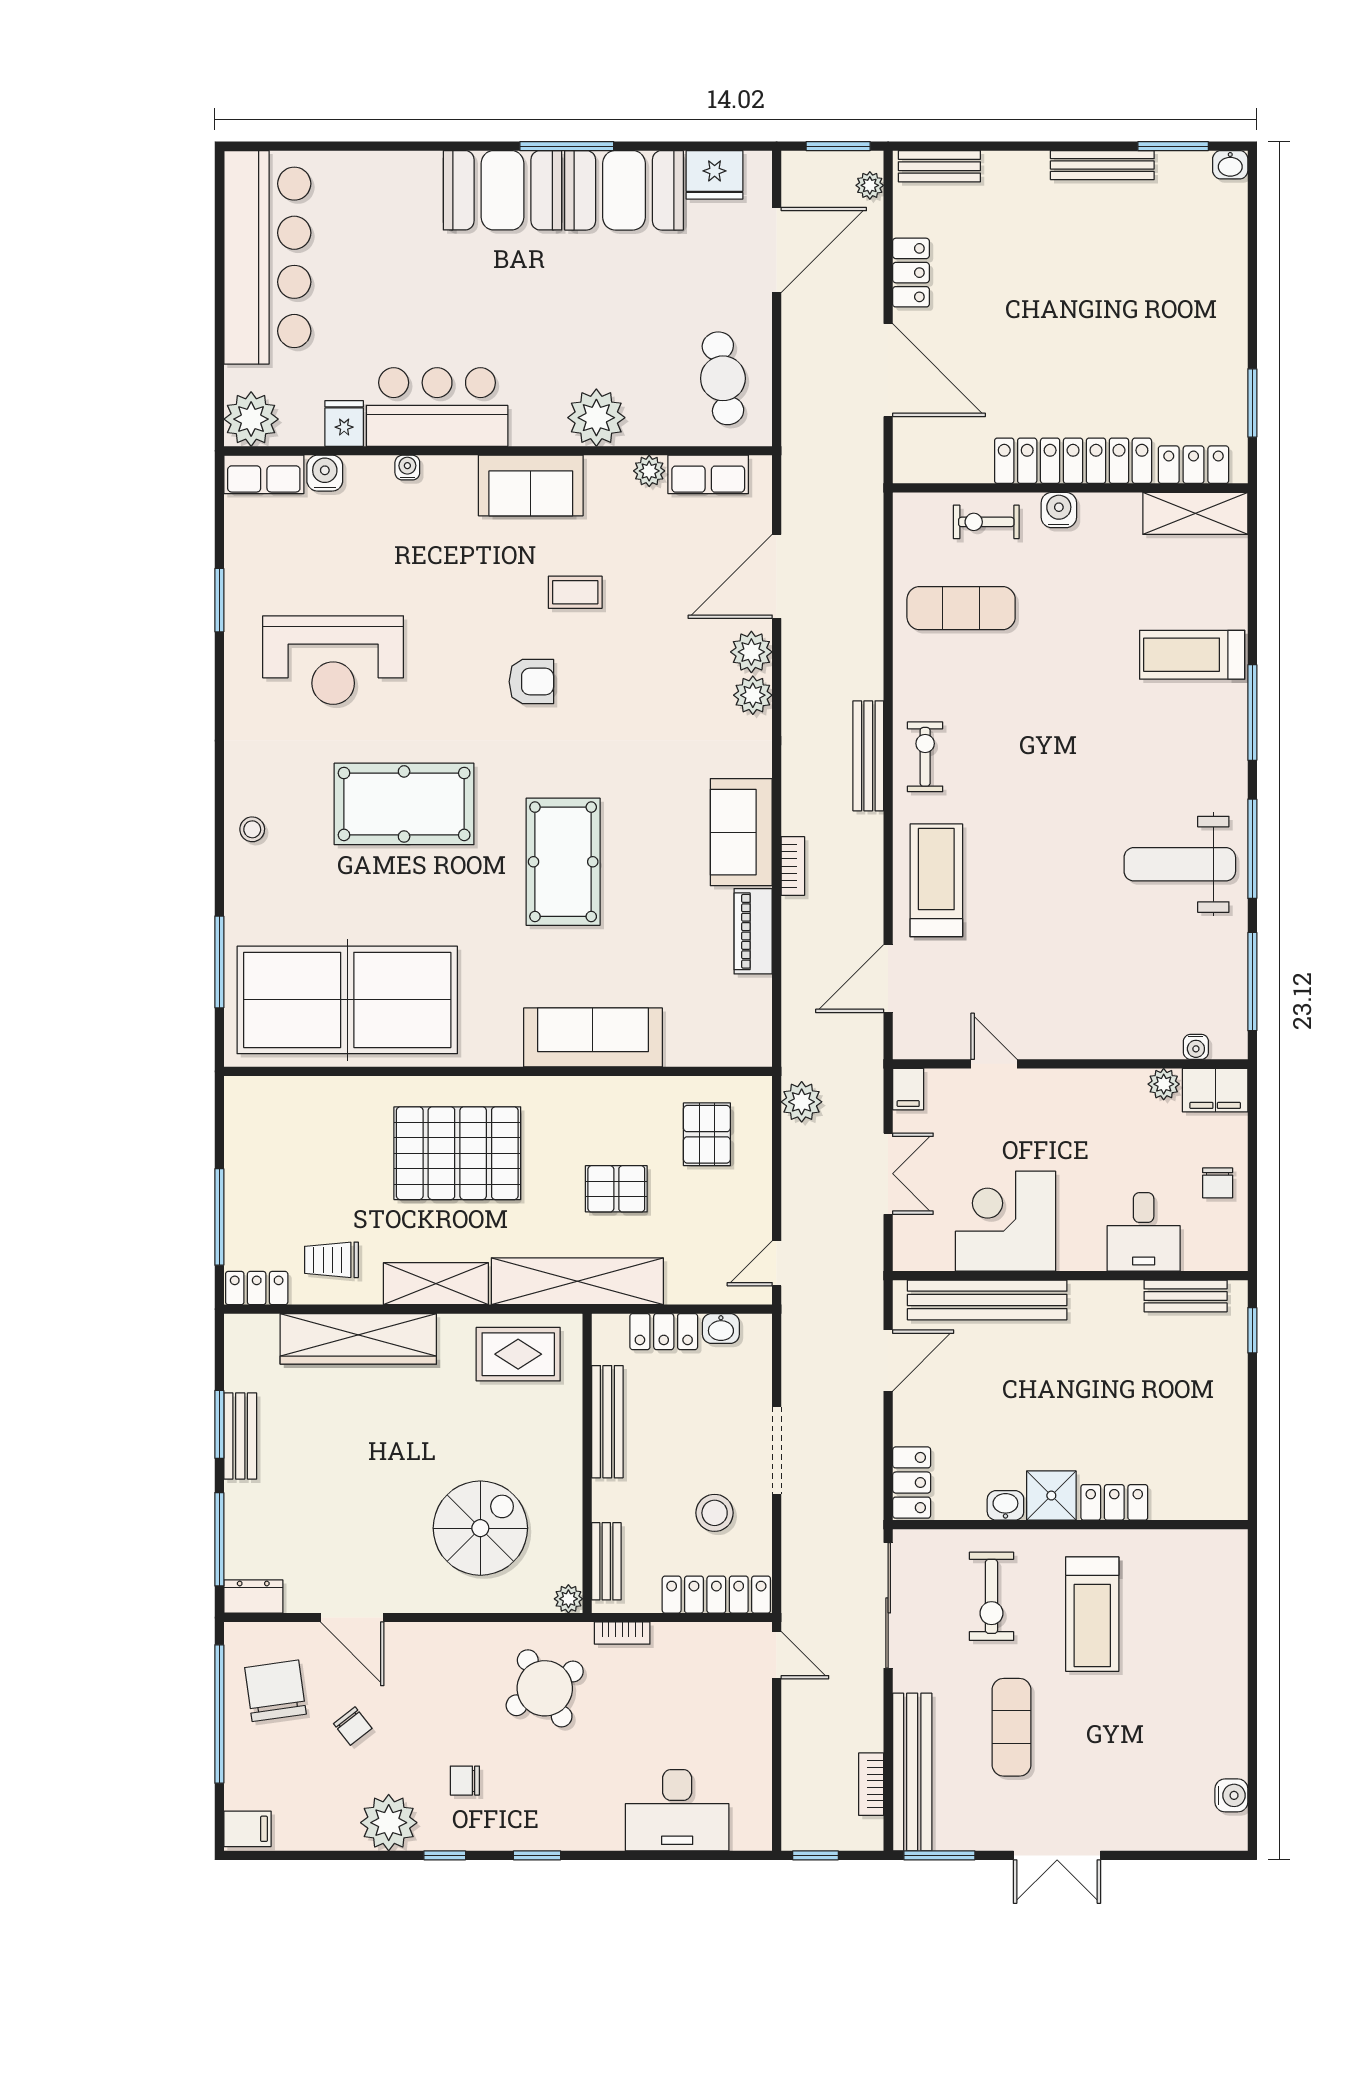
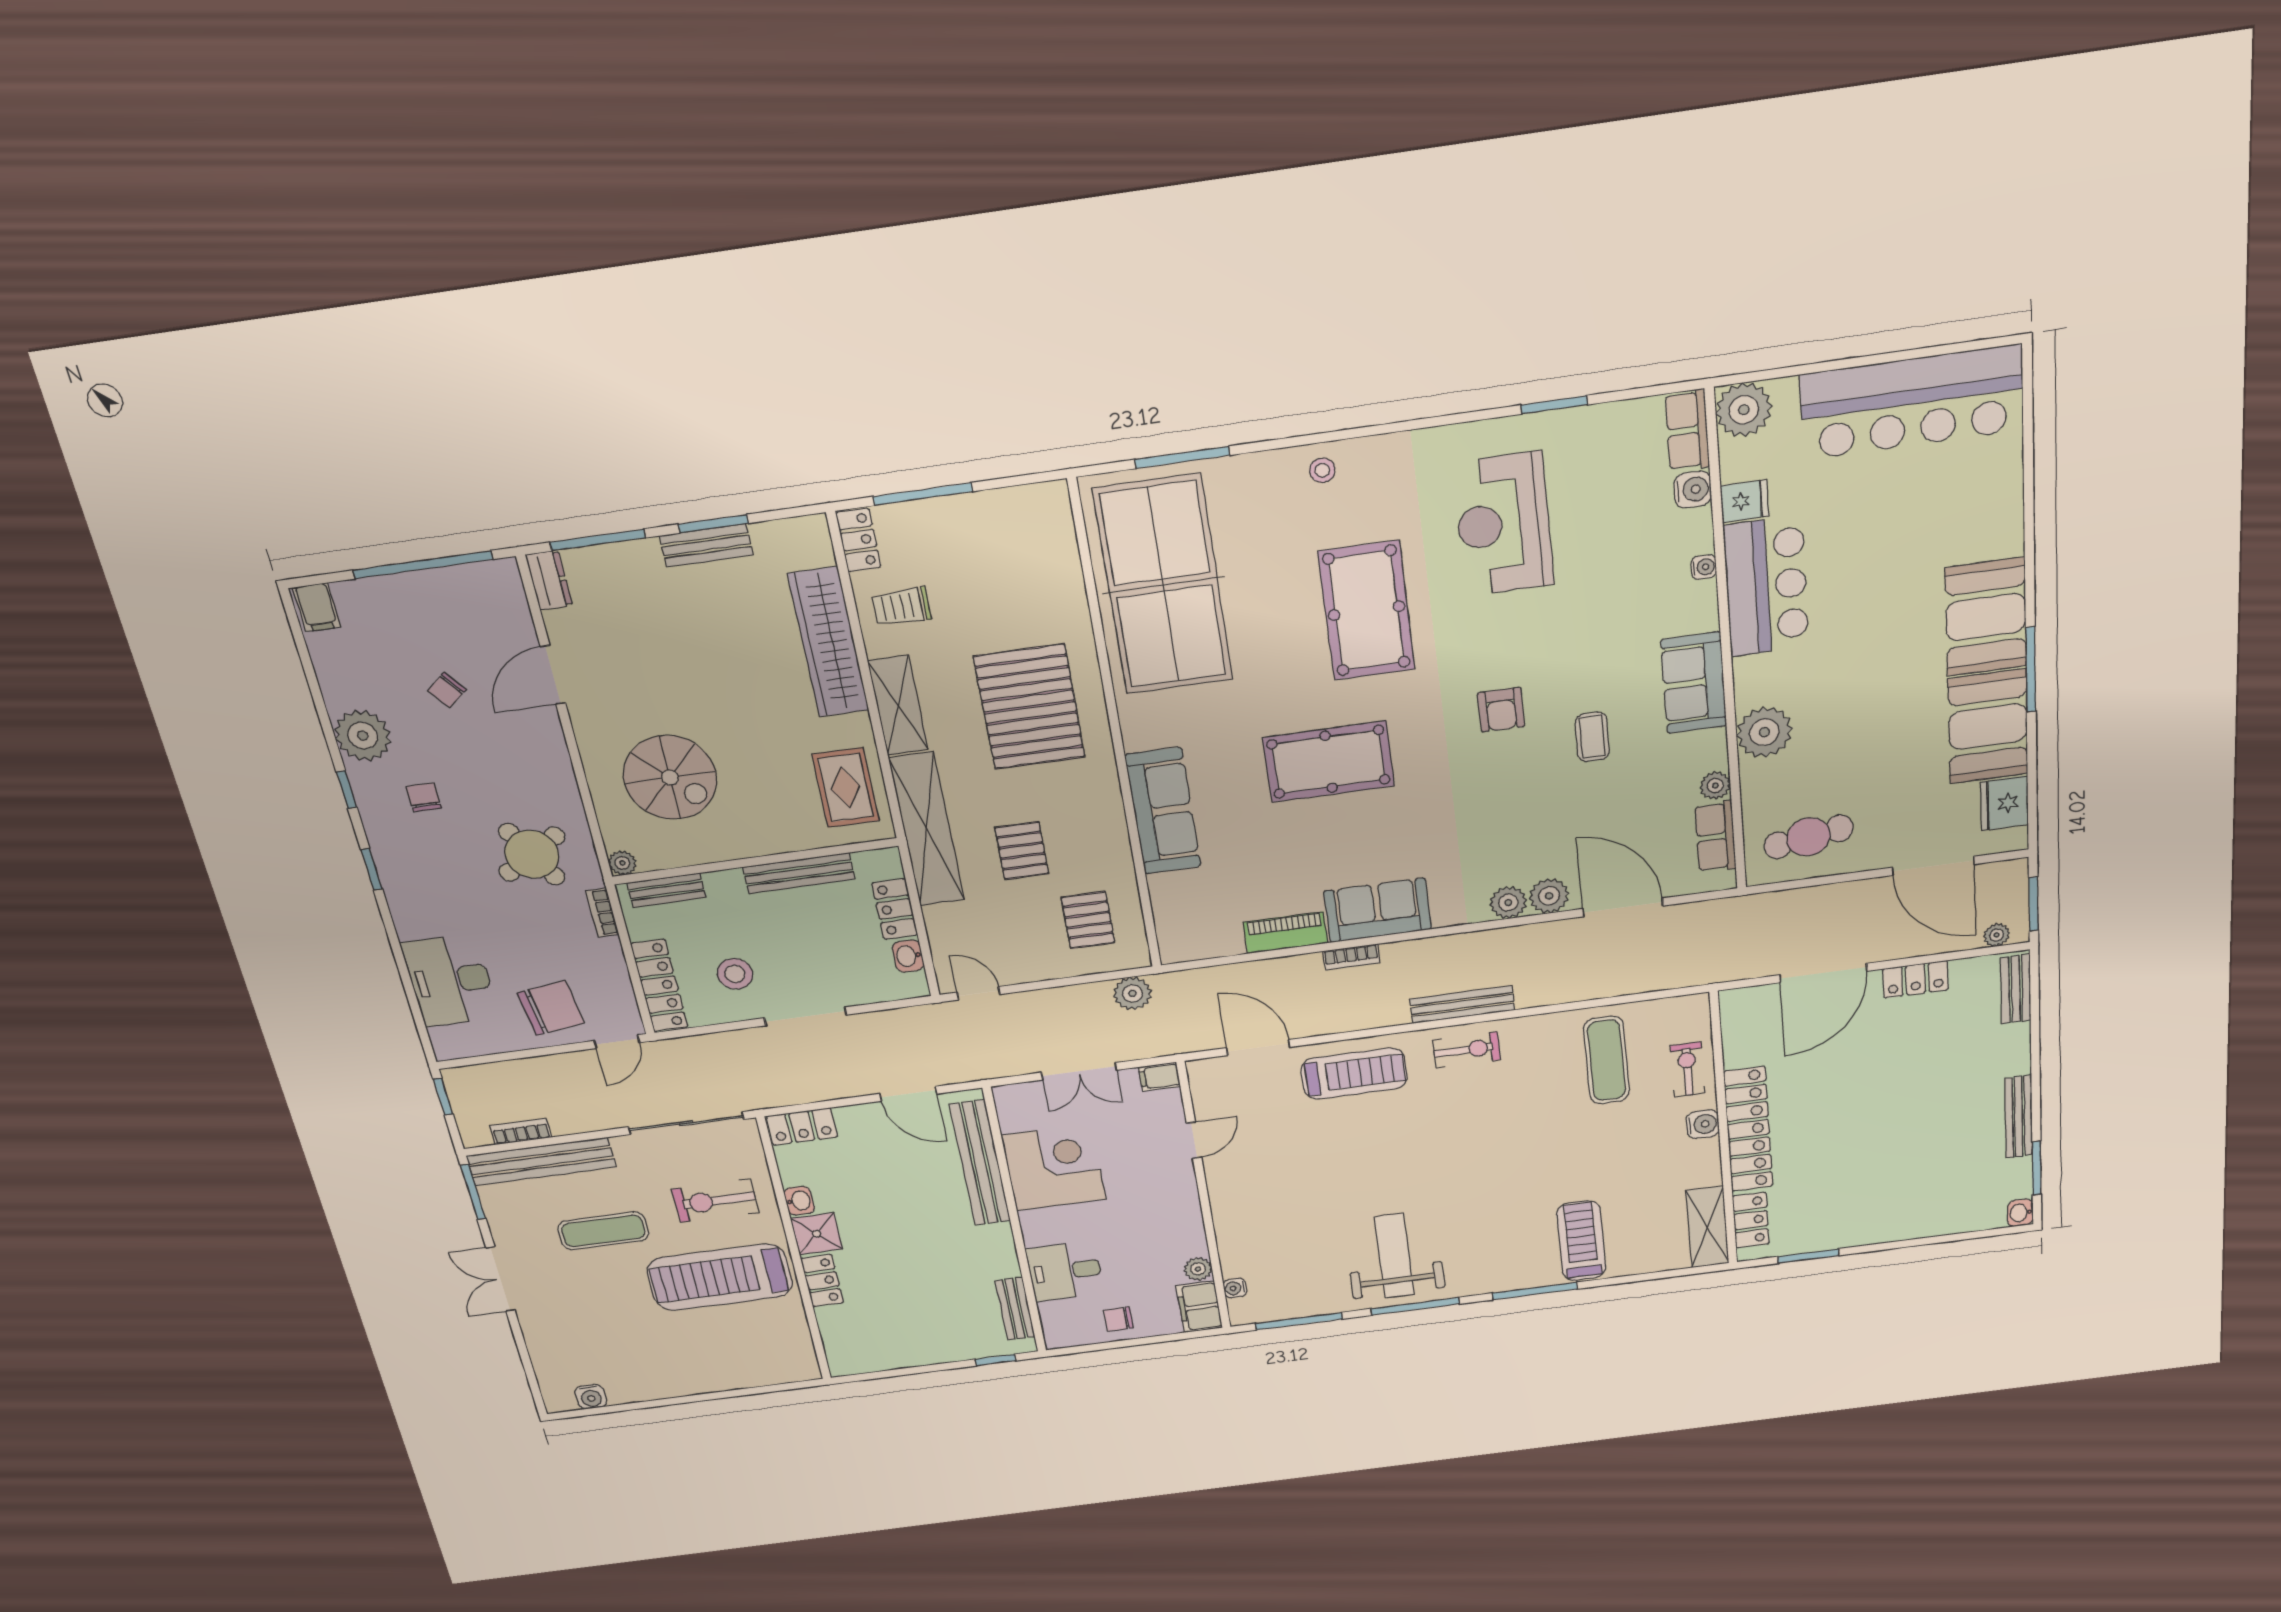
pallet: (707, 1134) -> (1088, 920), turned 90
trolley: (331, 1260) -> (901, 606), turned -90
treadmill: (1092, 1614) -> (720, 1277), width x1.37, depth x1.38
chair: (275, 1691) -> (551, 1008), moved

